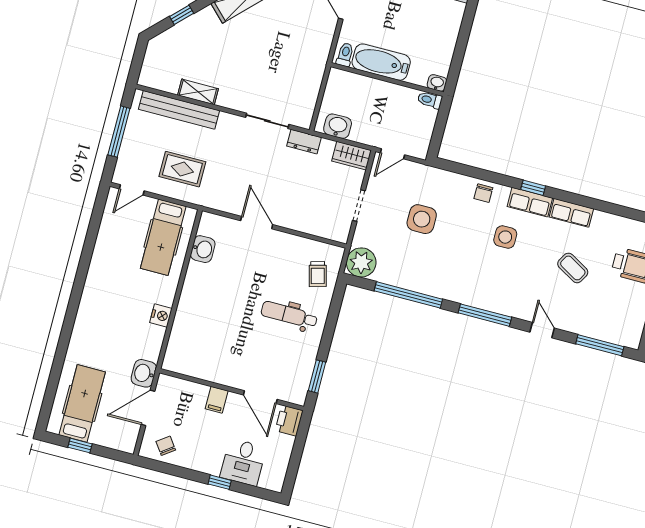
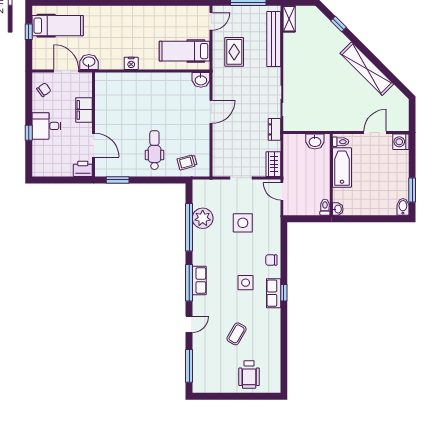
shelving: (198, 92) -> (289, 19), moved
washbasin: (338, 126) -> (315, 141), moved, turned 90
door: (132, 190) -> (211, 21), swing flipped
row of seats: (571, 213) -> (199, 280), moved, turned 180
washbasin: (203, 249) -> (201, 80), moved
plant: (361, 262) -> (203, 218), moved
door: (260, 397) -> (94, 145), swing flipped
filing cabinet: (217, 400) -> (84, 110), width x2.00
desk: (243, 462) -> (47, 126), moved

